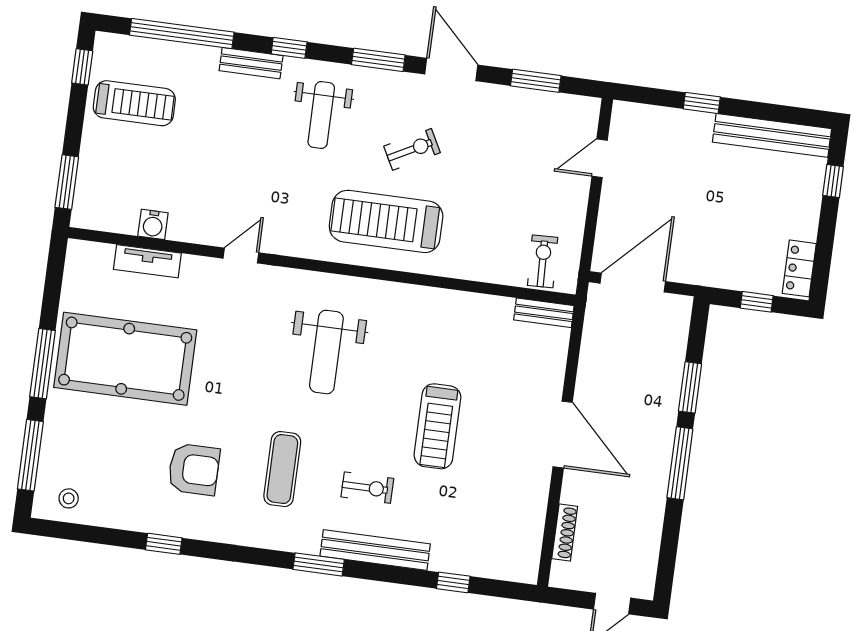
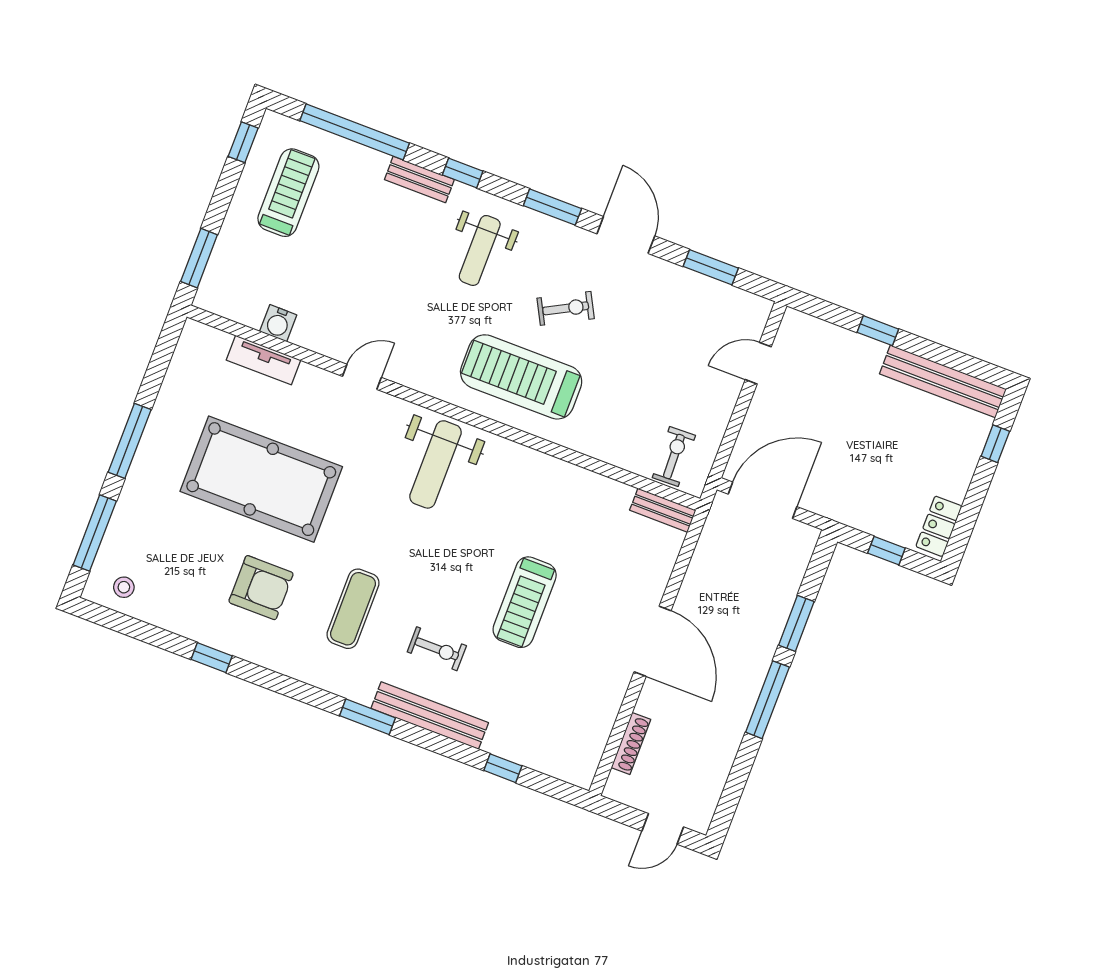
treadmill: (134, 103) -> (288, 193), turned -90
weight bench: (326, 352) -> (436, 464), moved
pool table: (125, 359) -> (261, 479), moved

